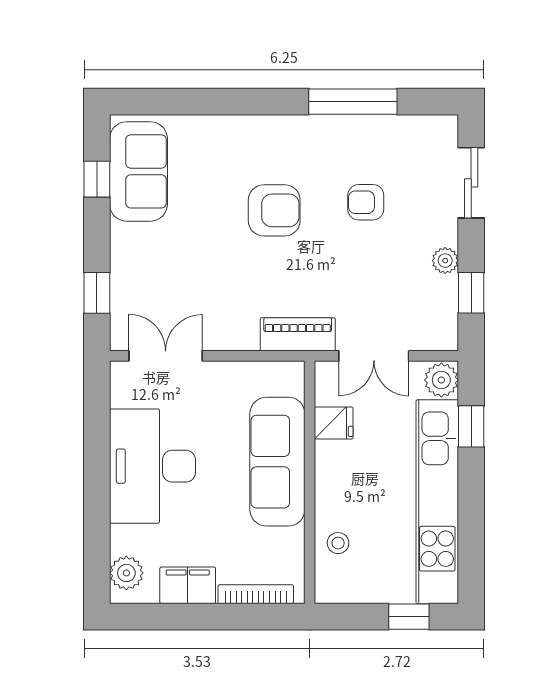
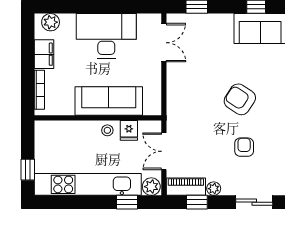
armchair: (274, 210) -> (240, 99), turned 123
piano: (298, 334) -> (186, 187), moved, turned -90
stool: (338, 543) -> (107, 130), moved

